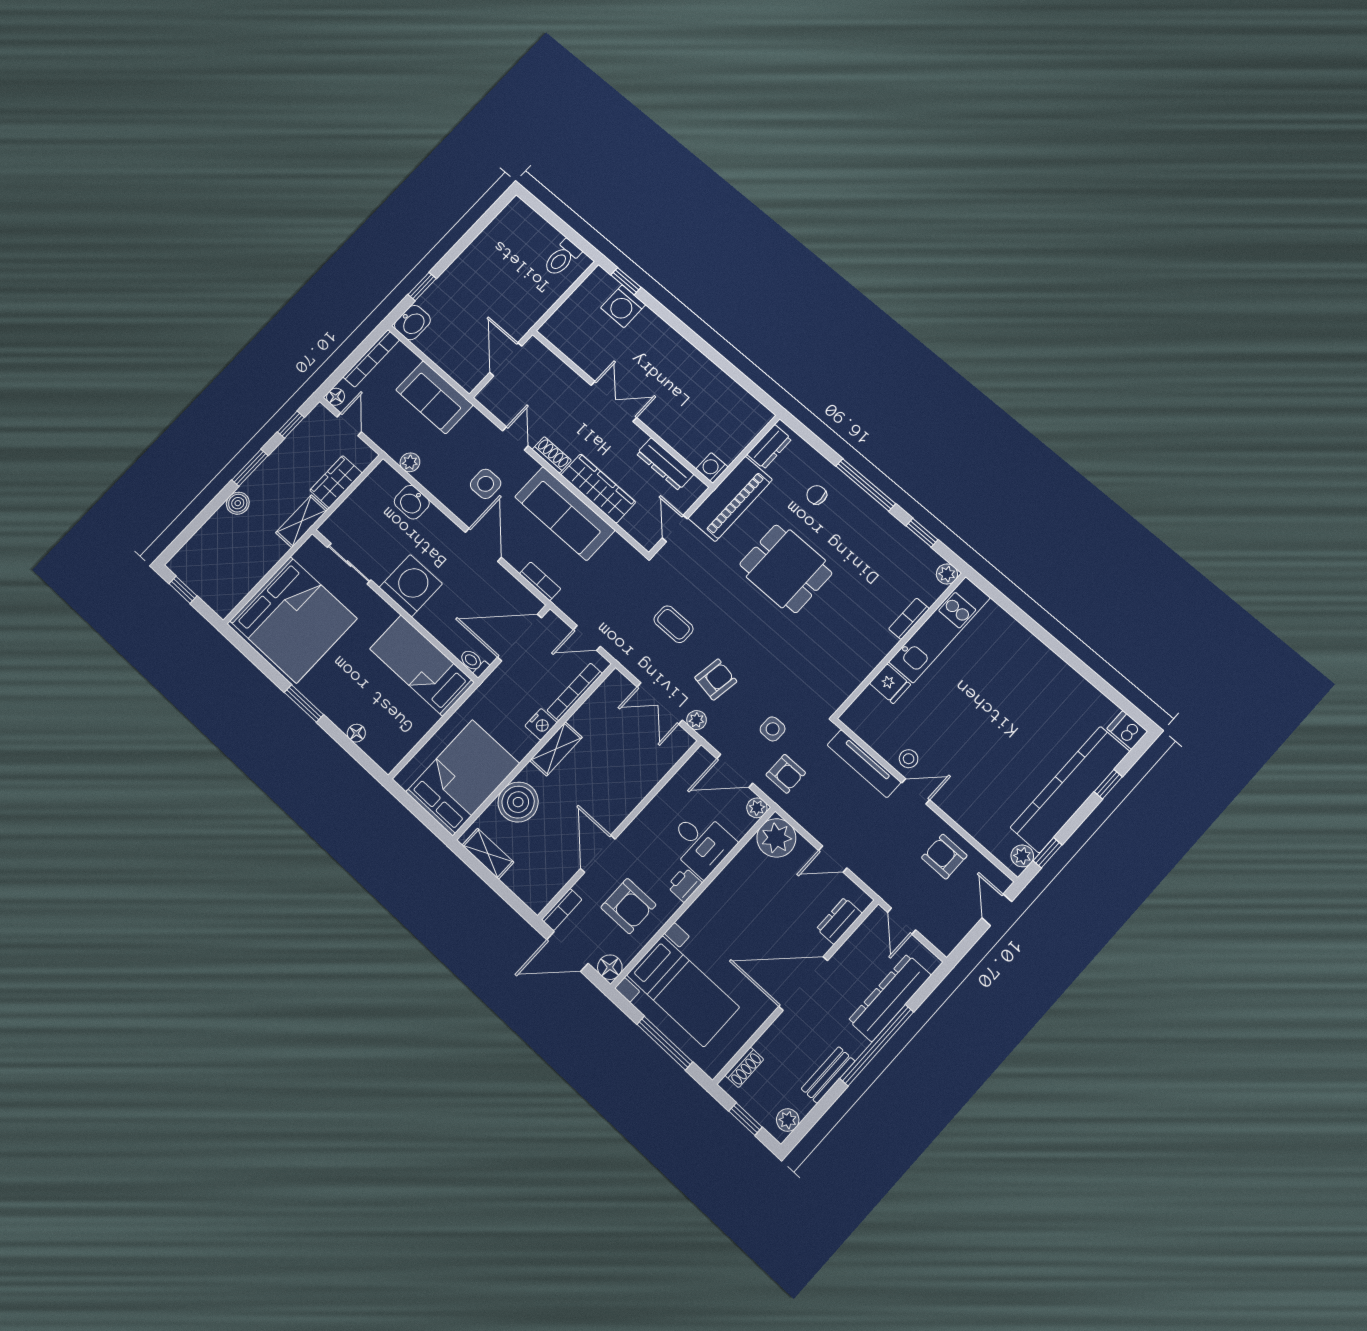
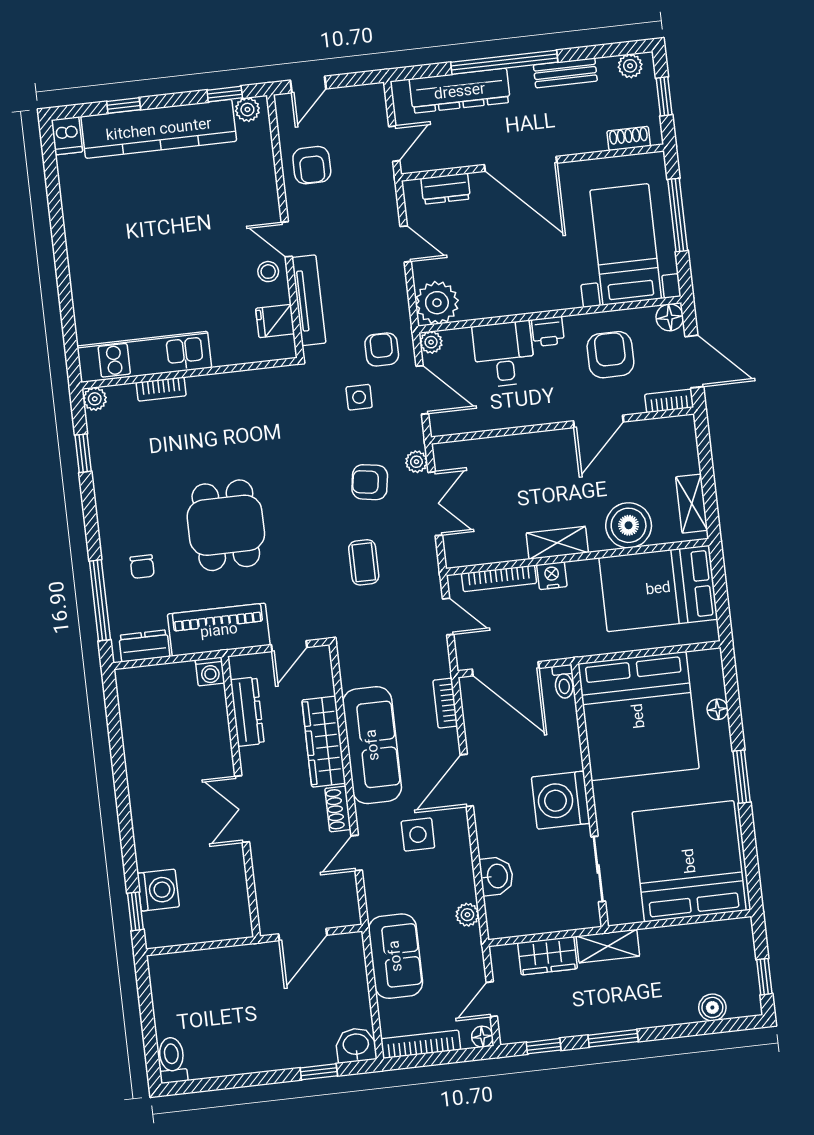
toilet: (562, 258) -> (172, 1060), moved, turned -90
window: (866, 485) -> (100, 600), moved
boiler: (238, 503) -> (712, 1007), moved
bed: (422, 665) -> (638, 716), width x2.04
fridge: (890, 684) -> (275, 321), moved, turned -90

